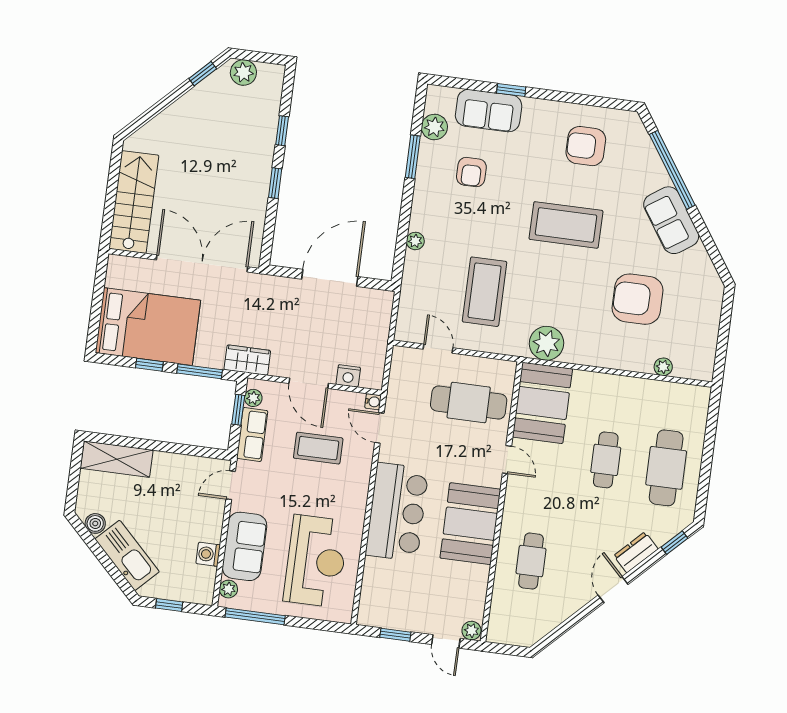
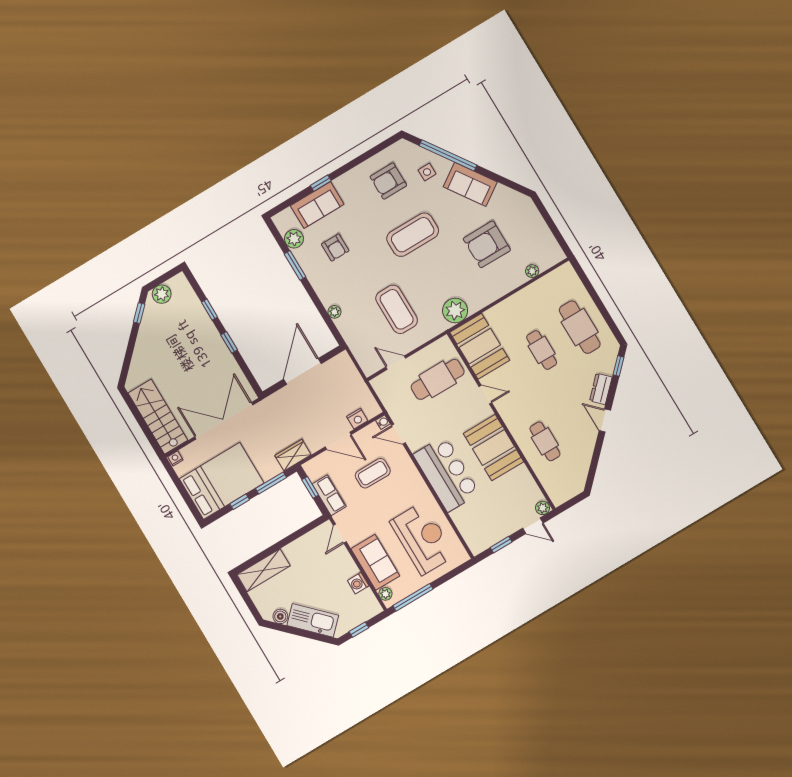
side table: (635, 170) -> (427, 172), added
nightstand: (117, 262) -> (175, 458), added
plant: (253, 398) -> (313, 474), removed

